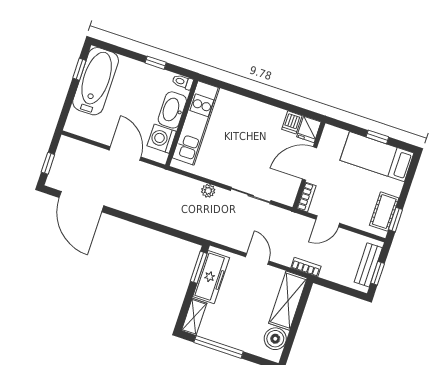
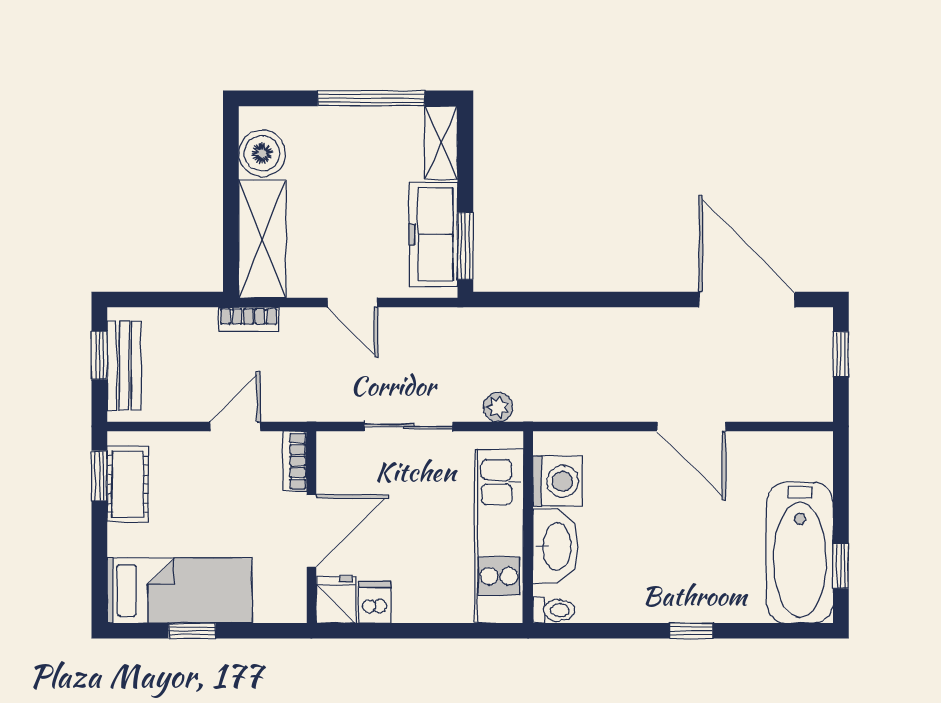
toilet: (183, 82) -> (554, 610), moved
washbasin: (172, 110) -> (556, 546), moved
wall: (182, 123) -> (528, 527), moved
kitchen unit: (196, 123) -> (499, 536), moved
washing machine: (162, 139) -> (558, 481), moved

